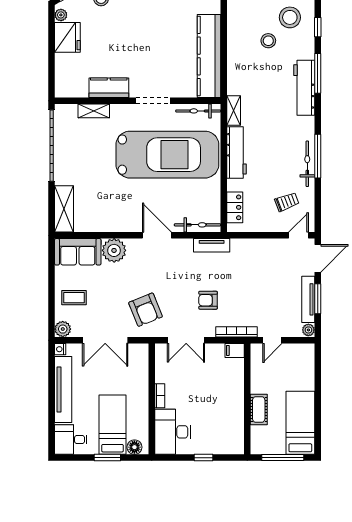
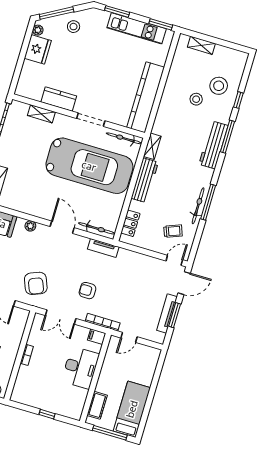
plant: (114, 250) -> (30, 226), width x0.53, depth x0.53
plant: (308, 330) -> (160, 338), removed
cot: (259, 409) -> (97, 405), moved
desk: (173, 432) -> (80, 368), moved, turned 180

